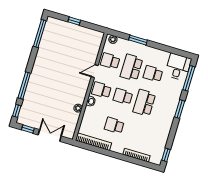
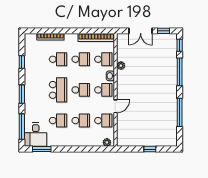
window: (40, 34) -> (180, 112), moved
window: (138, 40) -> (42, 149), moved
school desk: (132, 67) -> (81, 121), width x0.54
school desk: (93, 119) -> (103, 59), added
school desk: (136, 132) -> (58, 59), added
window: (166, 155) -> (22, 62), moved

